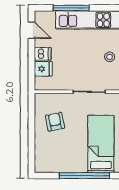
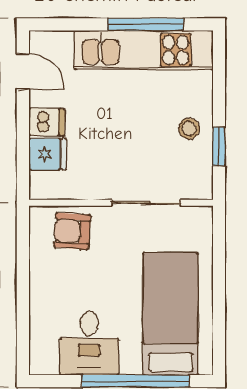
window: (71, 8) -> (146, 24), moved
armchair: (55, 122) -> (72, 231), moved, turned -75
desk: (63, 158) -> (89, 343), added

